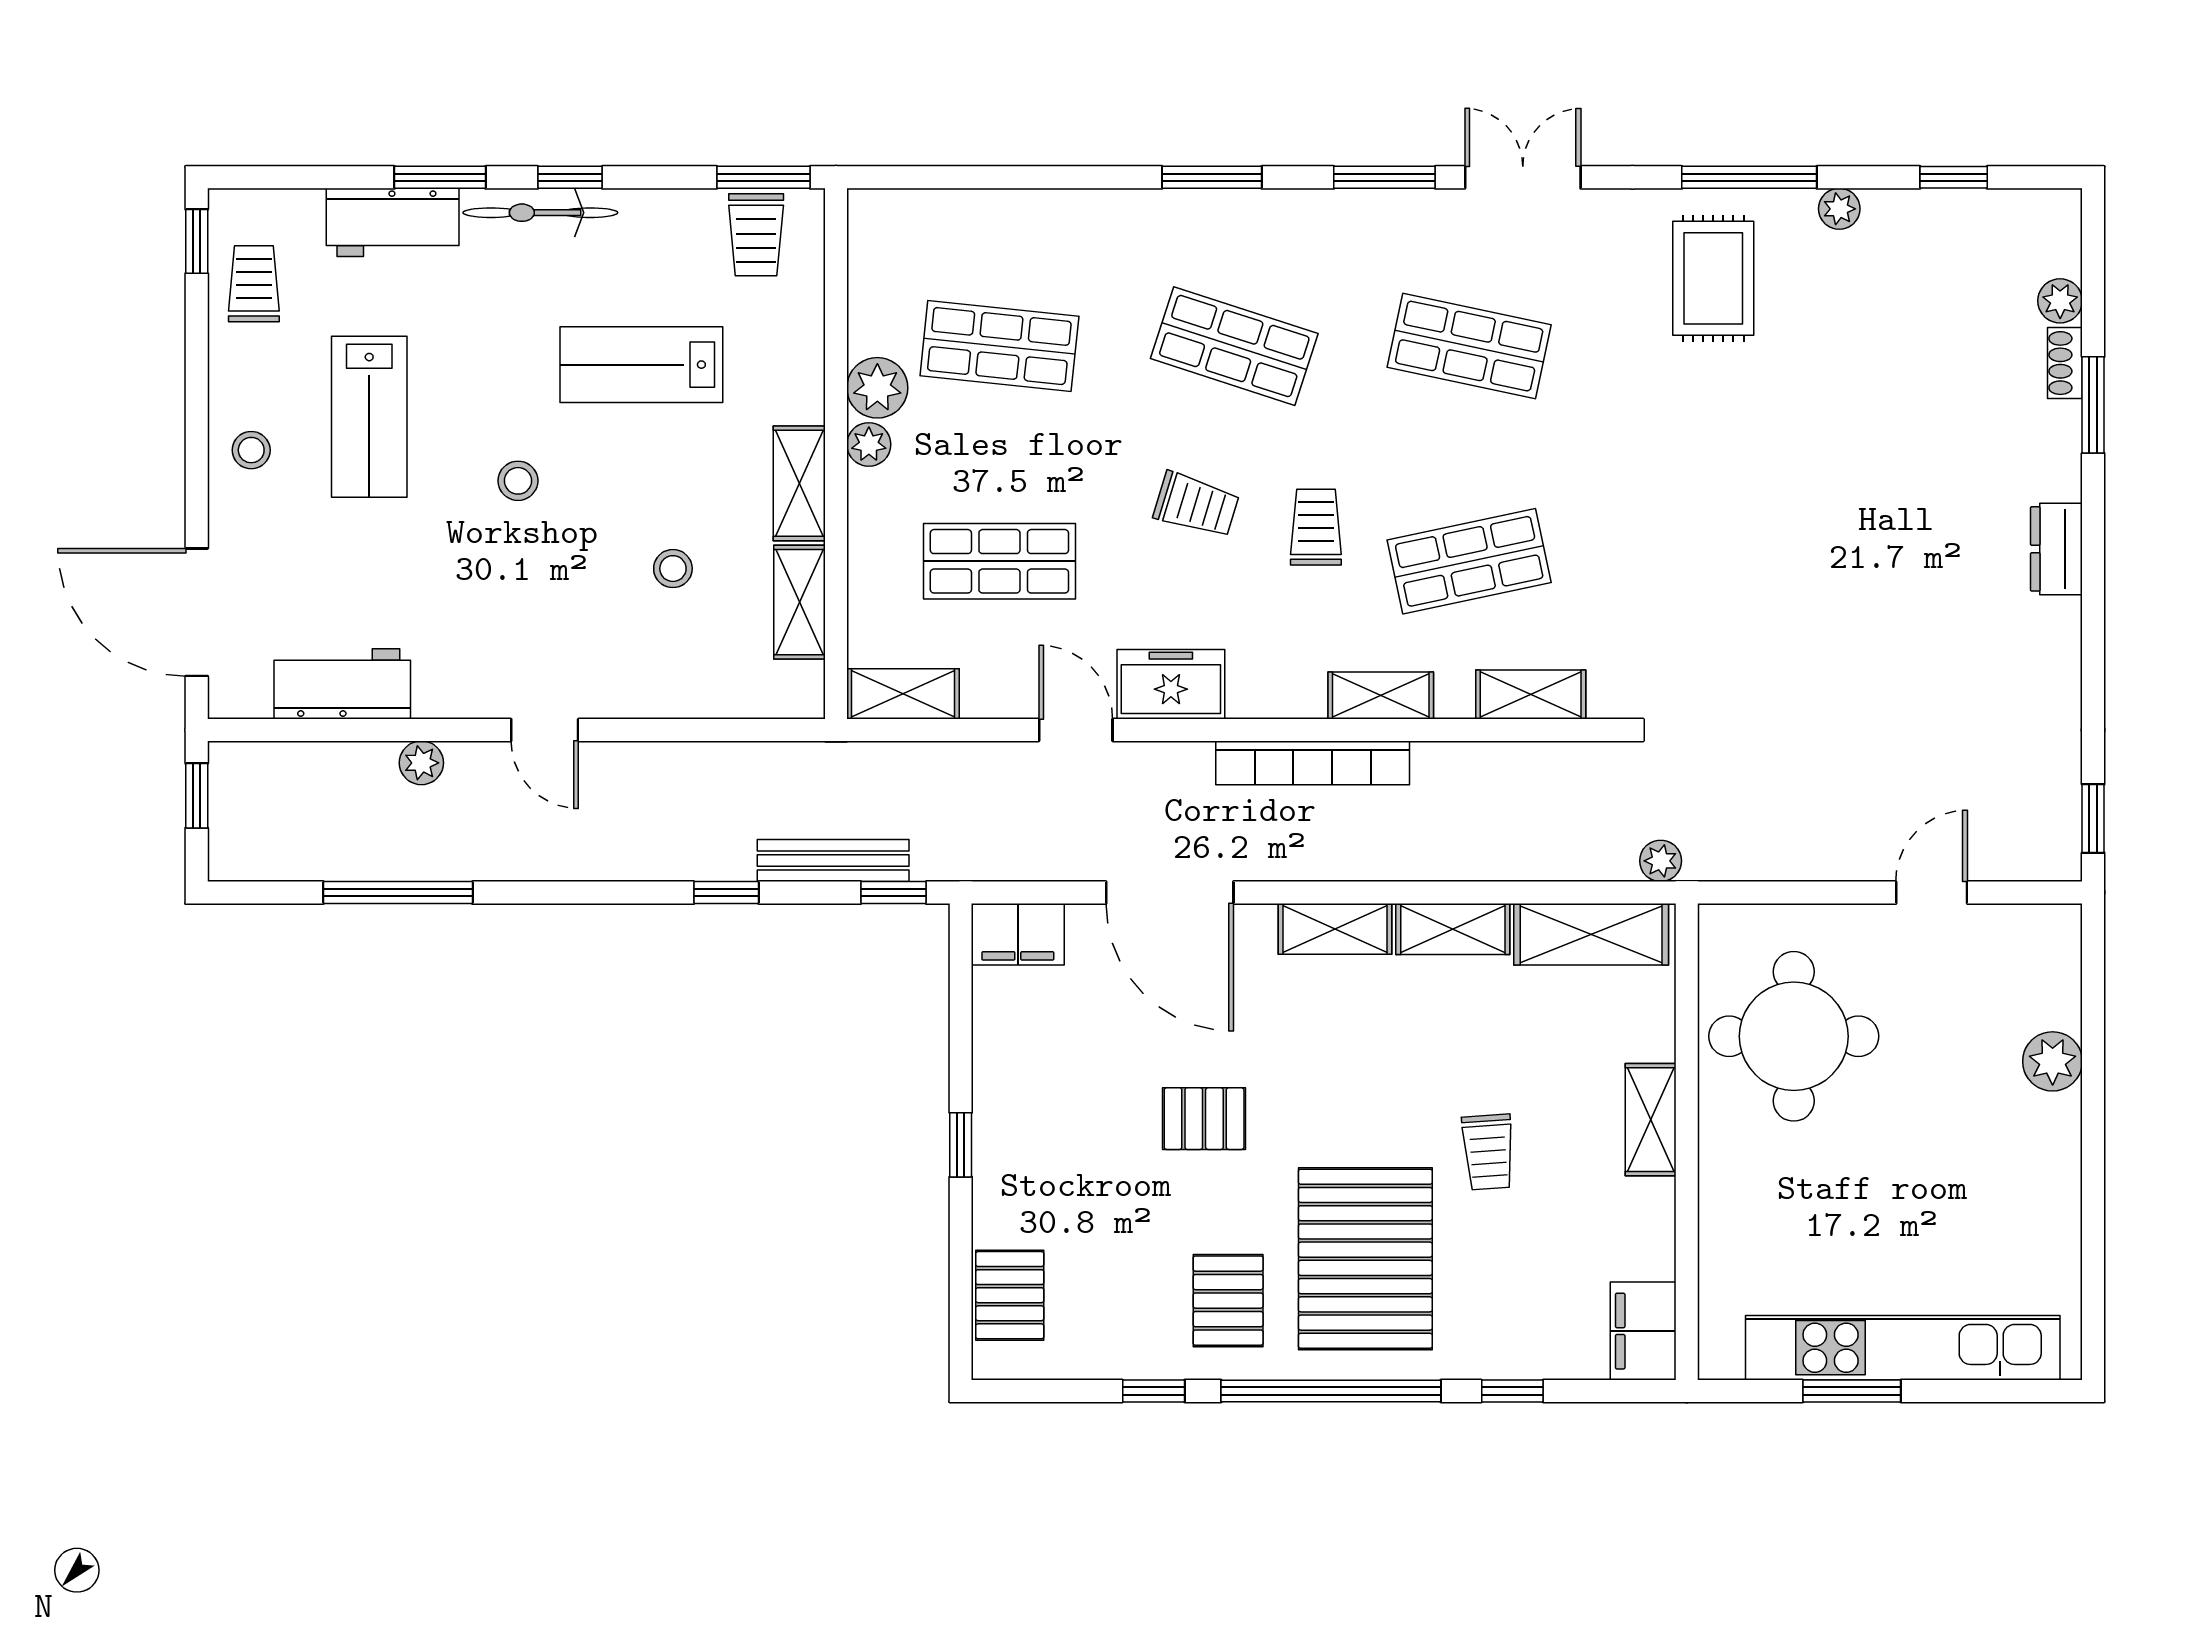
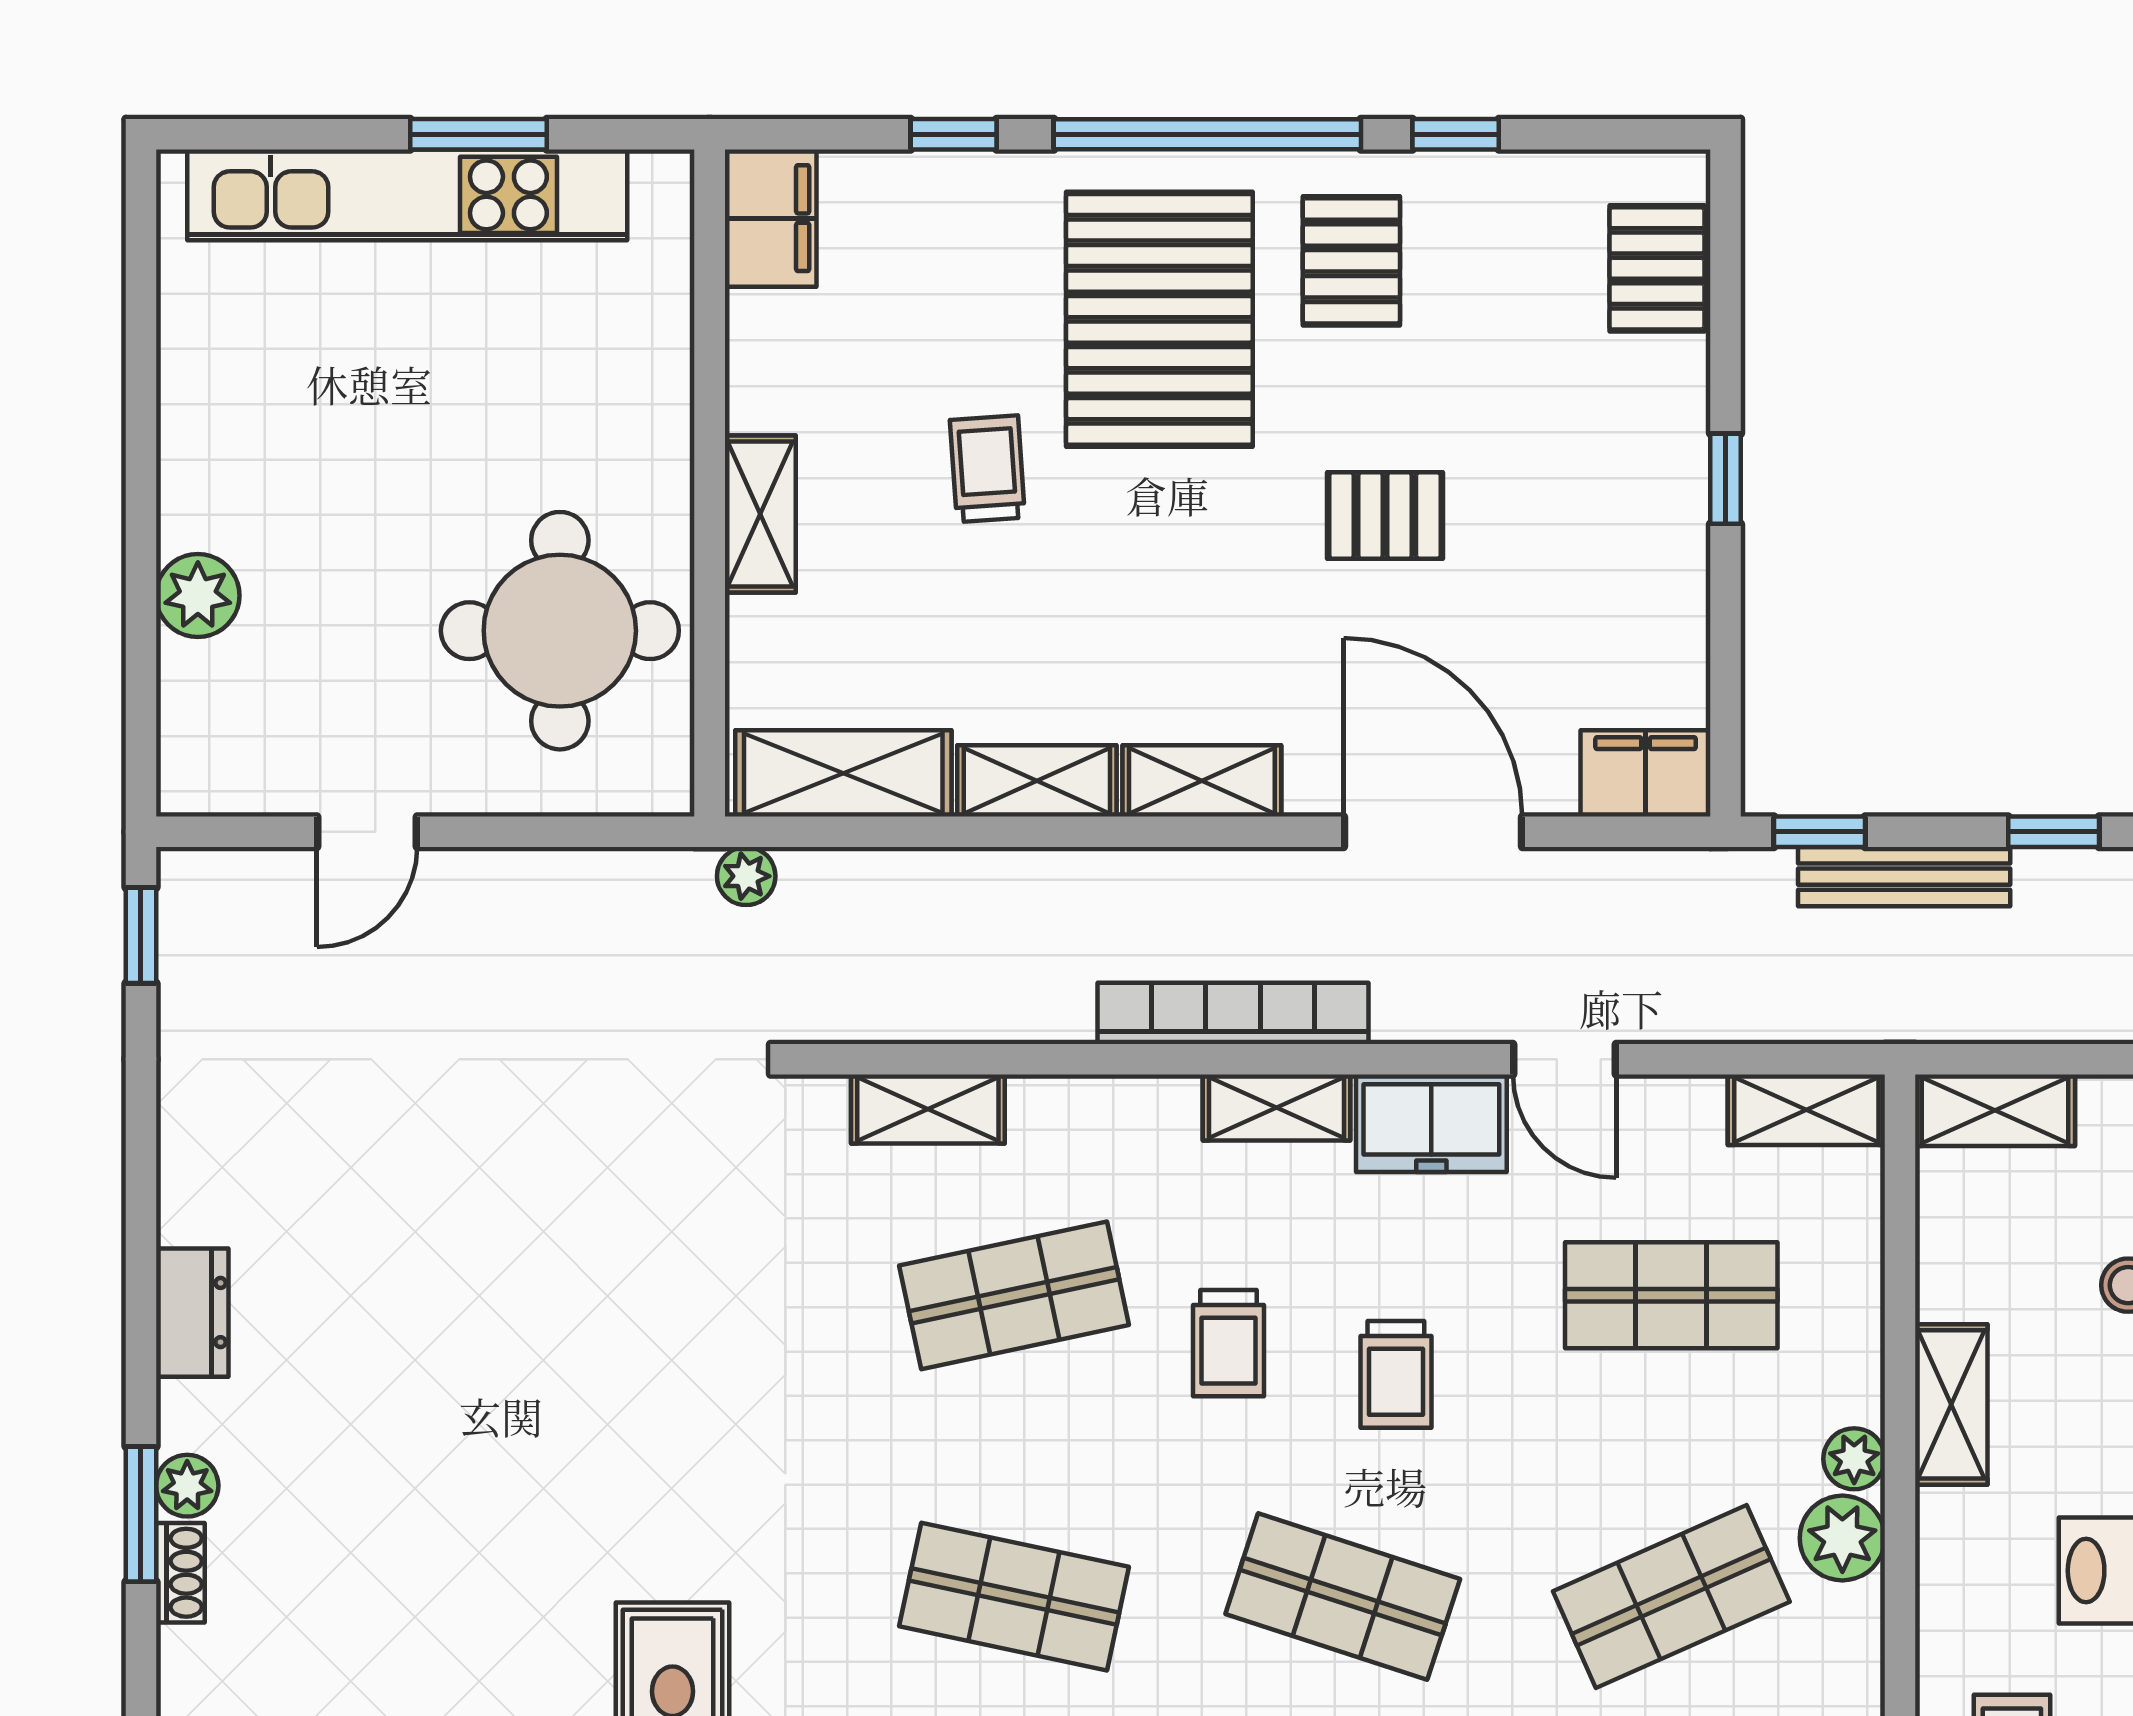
plant: (2060, 301) -> (187, 1486), moved
shop shelf: (999, 346) -> (1671, 1597), turned -30
trolley: (1196, 505) -> (1396, 1374), turned -107
shelving: (800, 602) -> (1995, 1110), moved, turned 90
shelving: (1381, 695) -> (1276, 1108), moved

